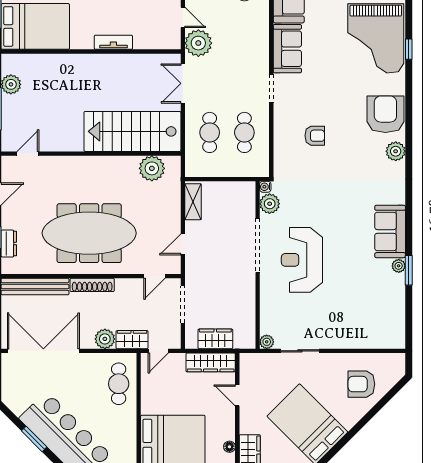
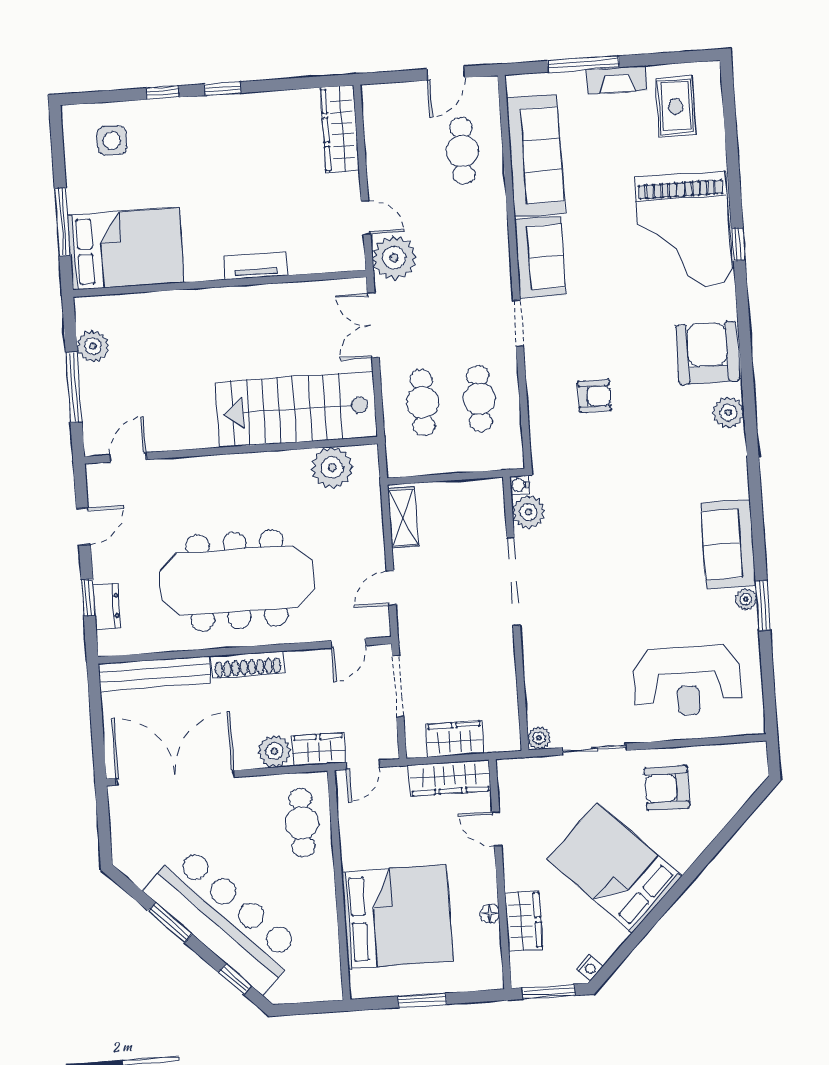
reception desk: (302, 260) -> (687, 681), moved, turned -90
armchair: (361, 384) -> (667, 788), moved

